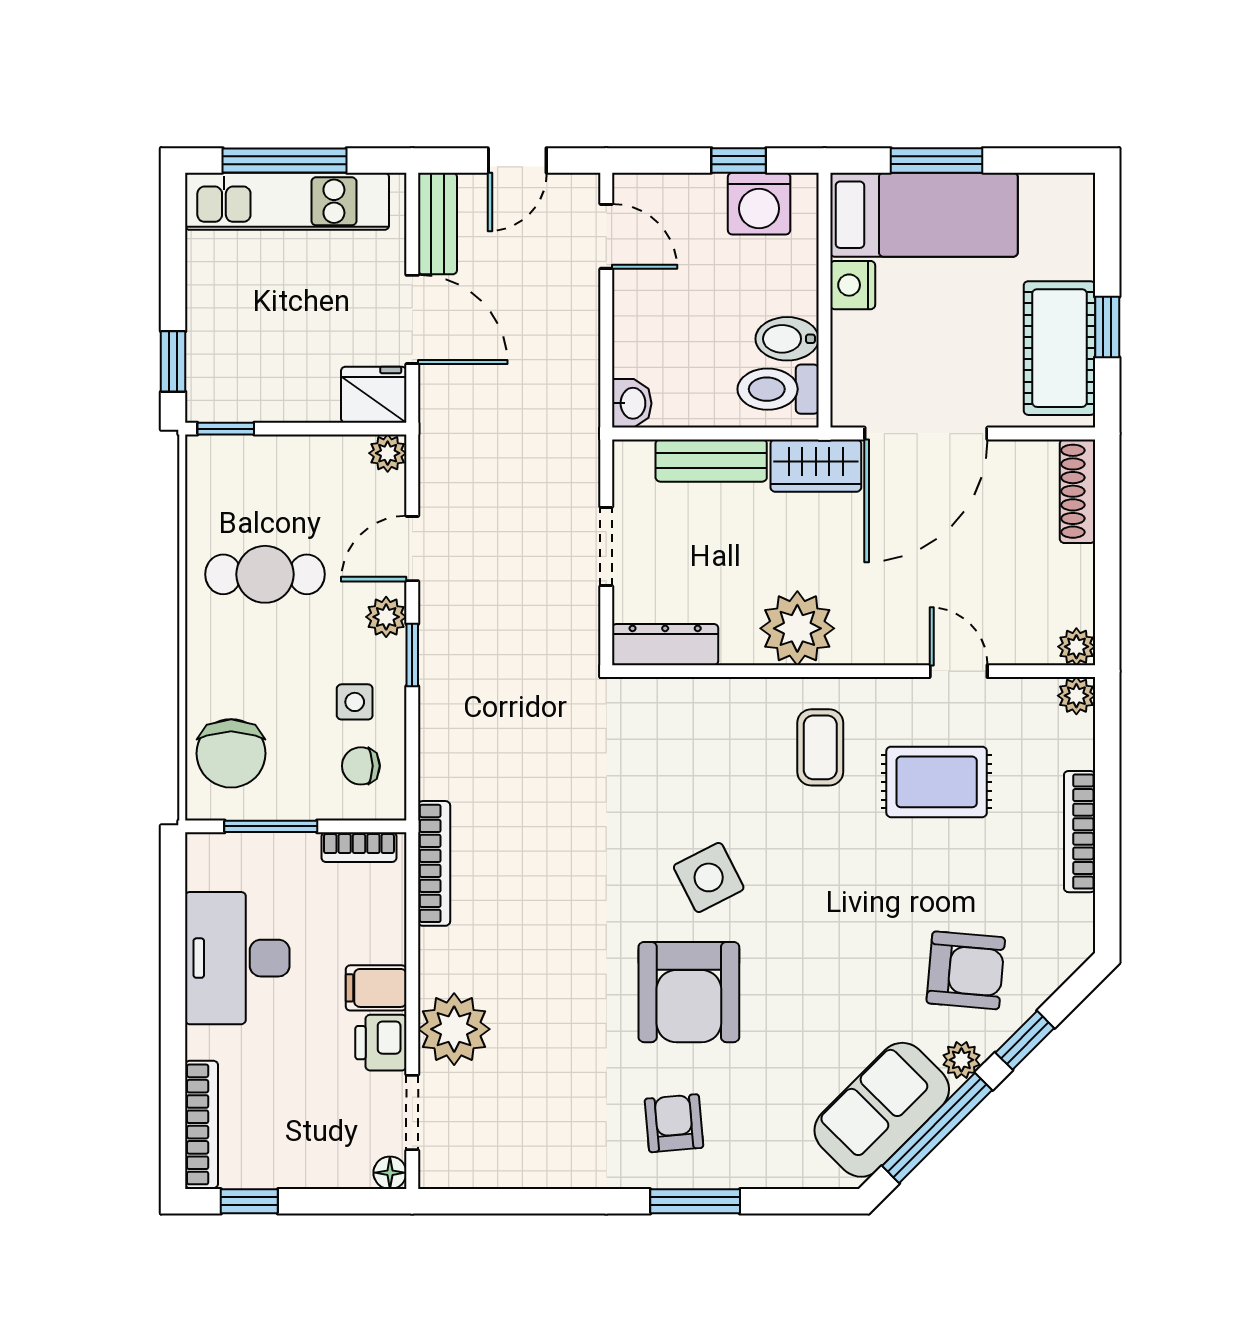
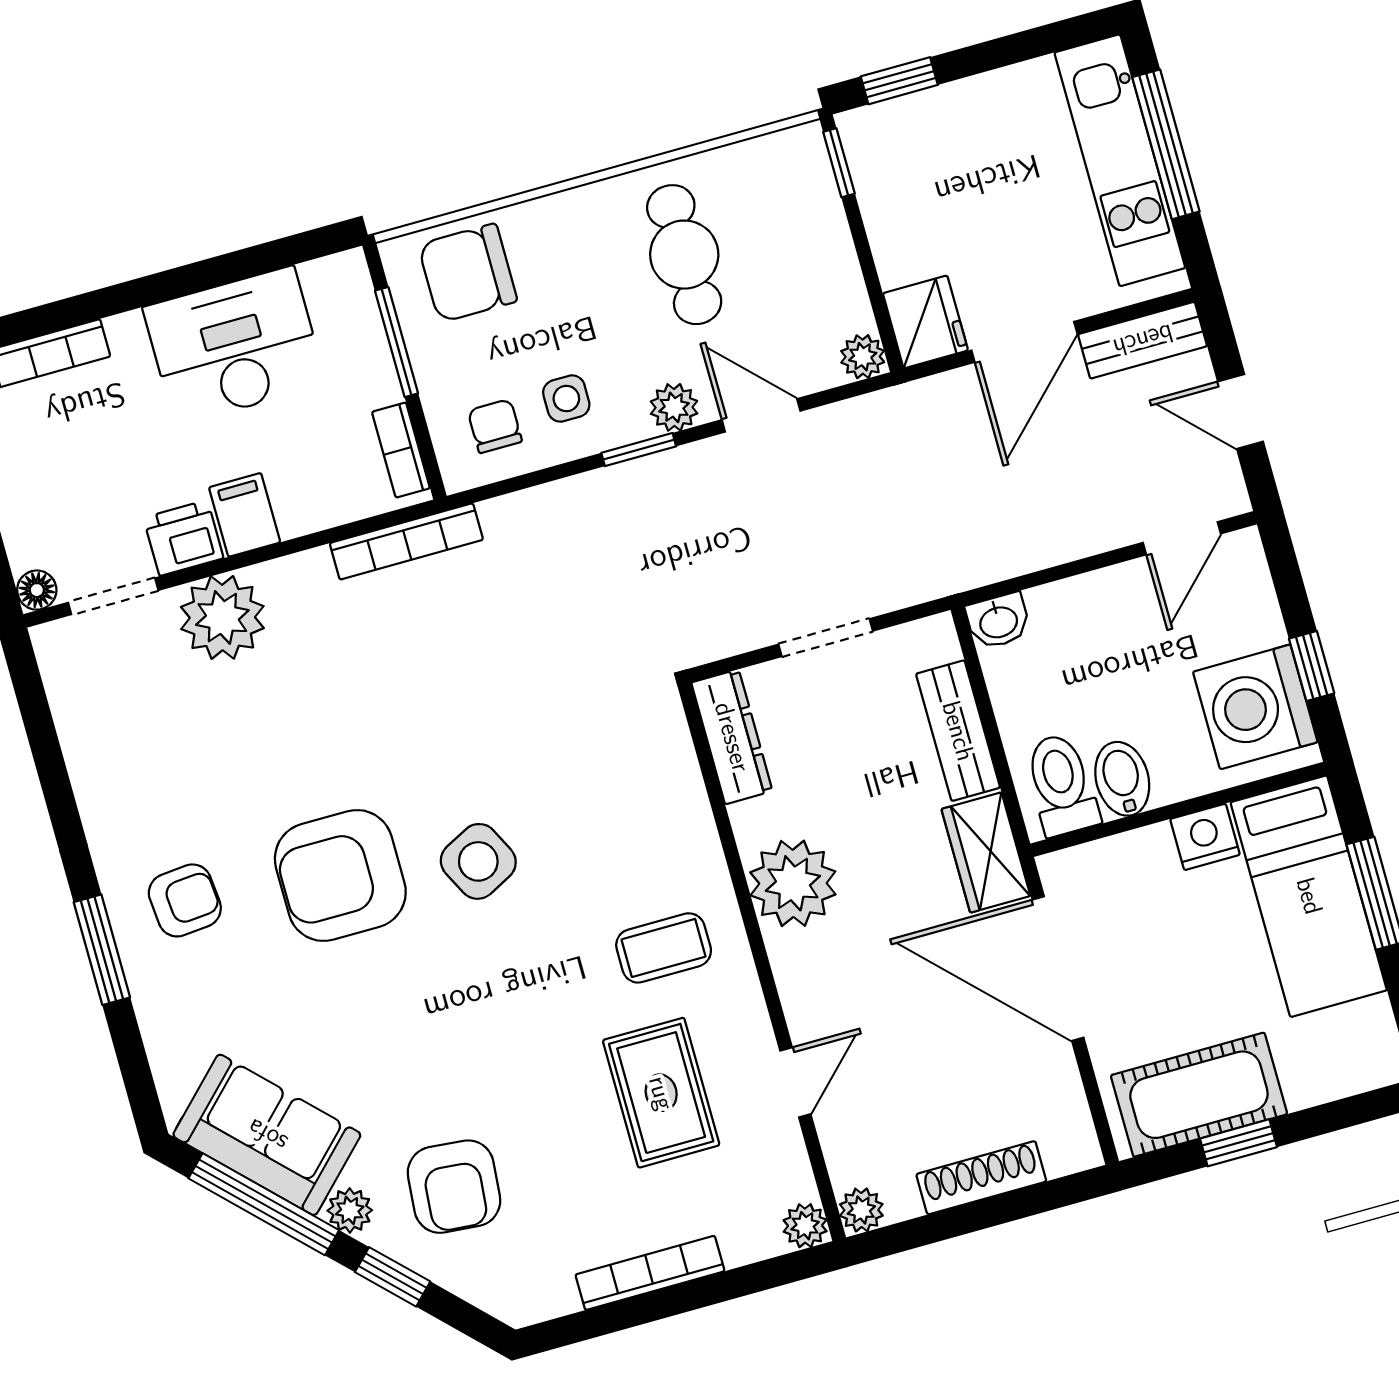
washing machine: (759, 204) -> (1255, 707), width x1.37, depth x1.37
shoe rack: (1077, 491) -> (981, 1178), moved

